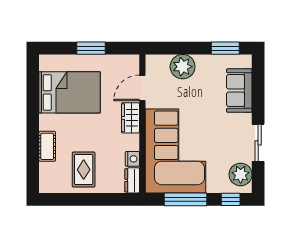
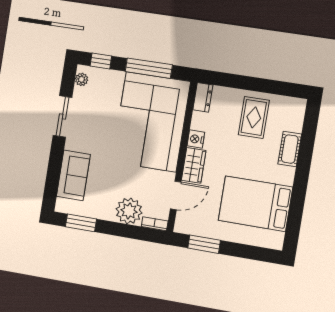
window: (91, 48) -> (204, 244), moved
bookcase: (157, 59) -> (155, 224), added
nightstand: (132, 159) -> (196, 139), moved
plant: (241, 174) -> (82, 79), width x0.53, depth x0.53

